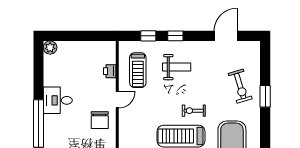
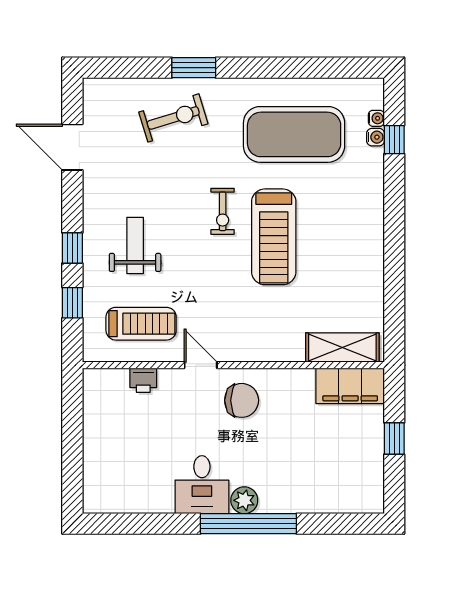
plant: (50, 48) -> (244, 500), moved

